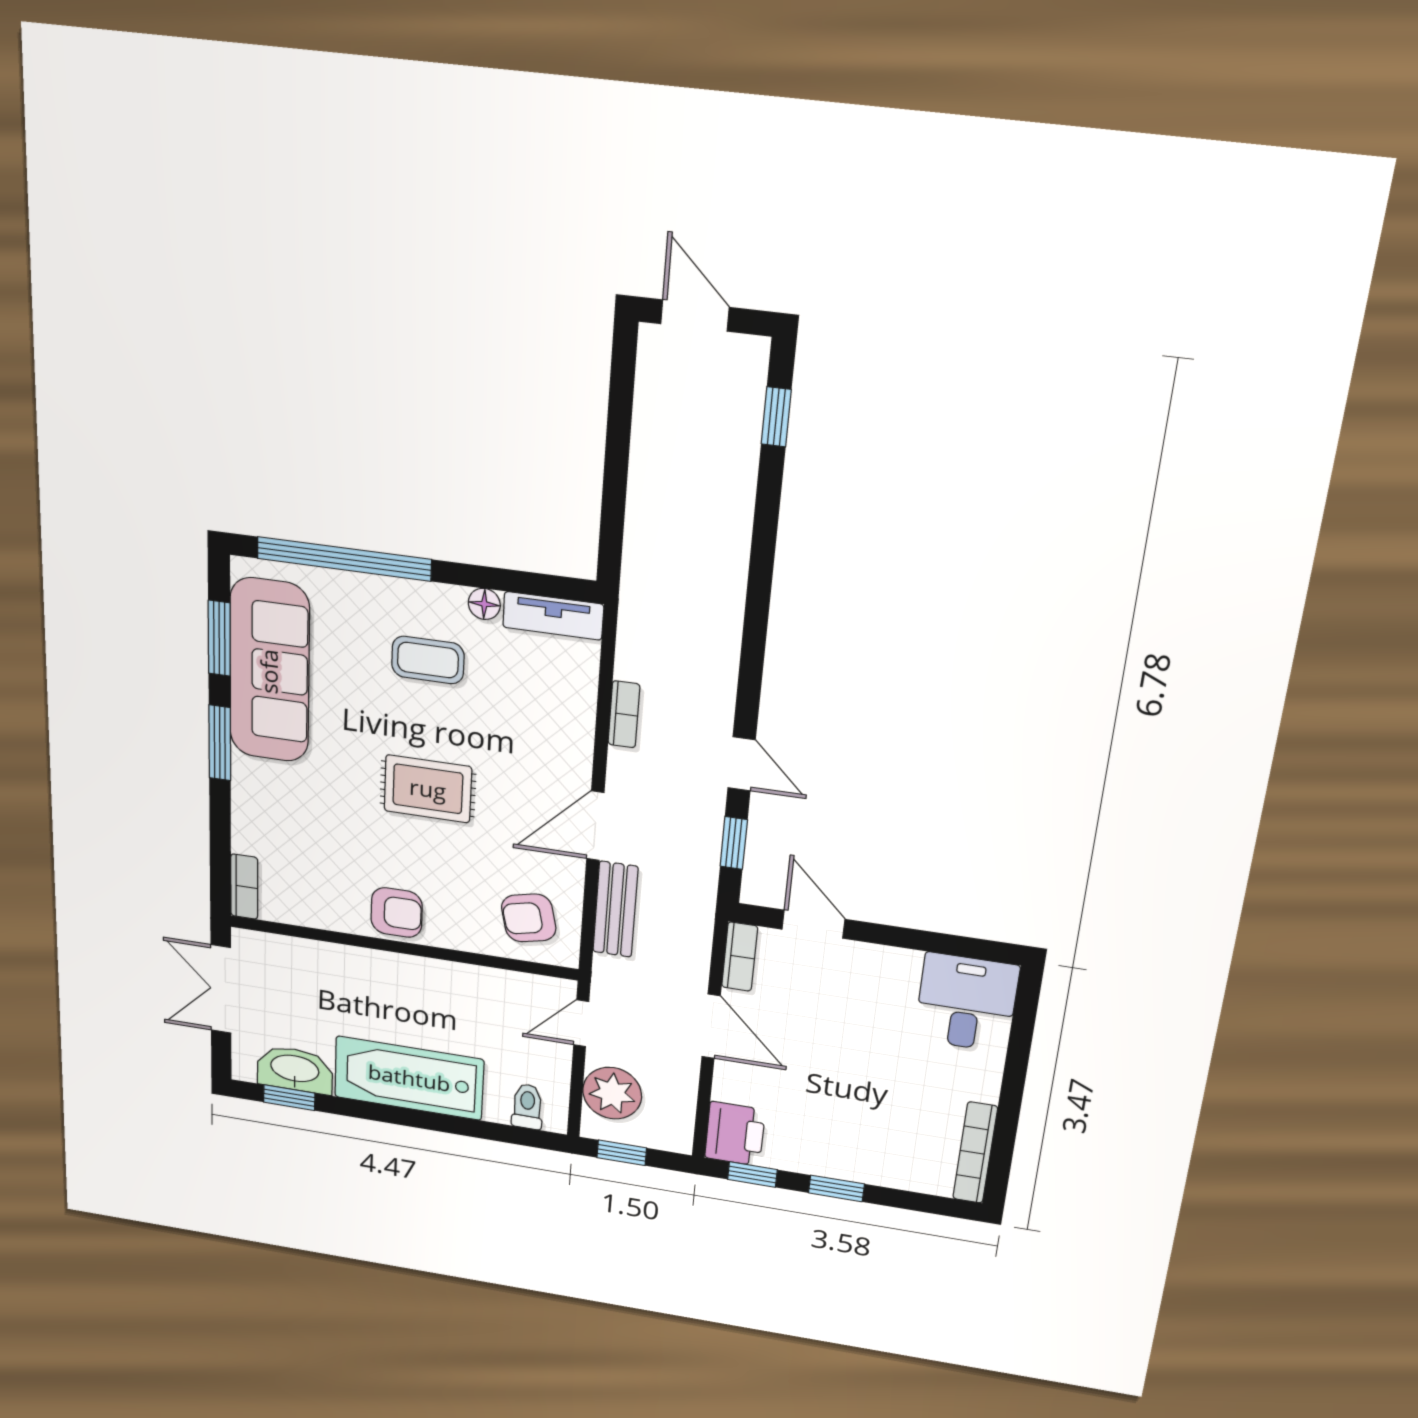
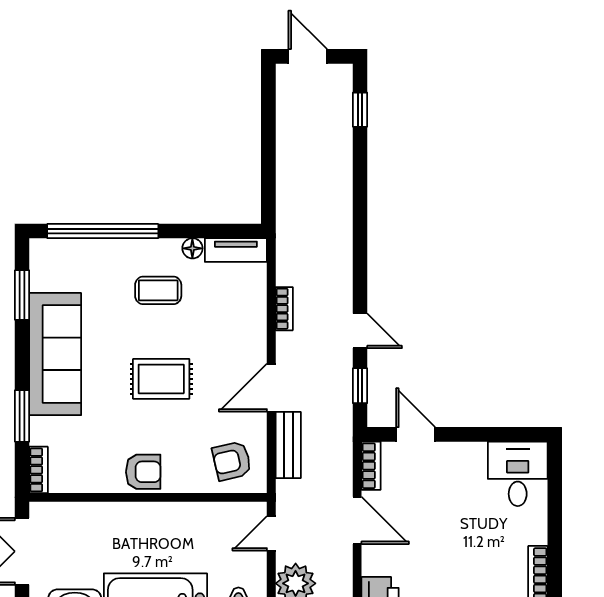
sofa: (269, 671) -> (55, 354), moved
window: (220, 743) -> (22, 416), moved

